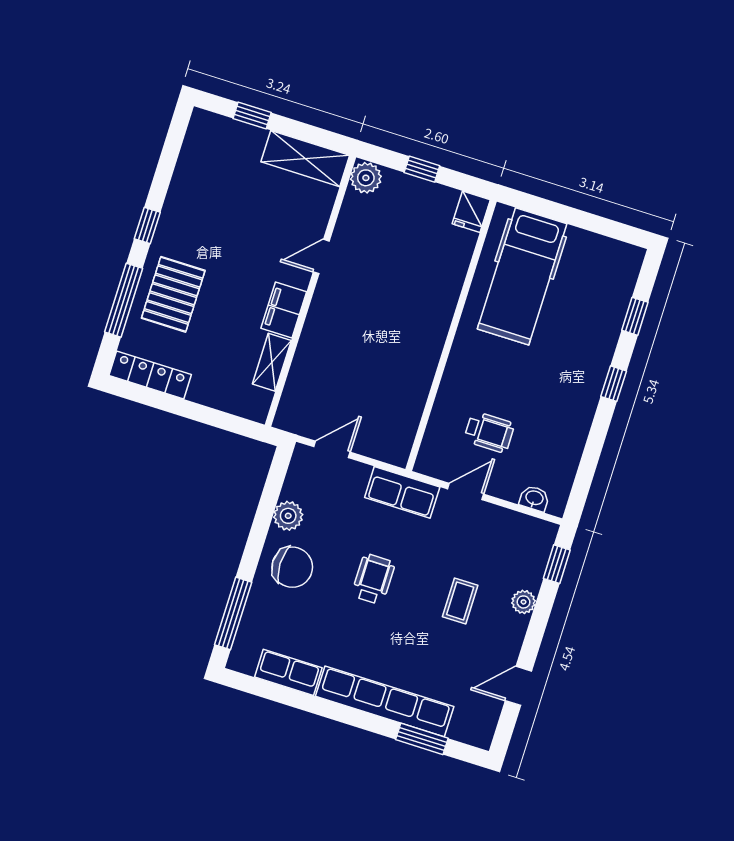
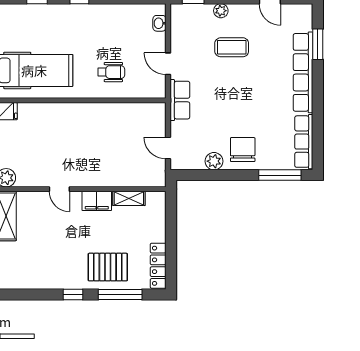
wheelchair: (489, 432) -> (111, 72), moved, turned 90
wheelchair: (373, 579) -> (235, 101), removed
coffee table: (460, 601) -> (232, 47), width x1.36, depth x1.30
row of seats: (288, 672) -> (304, 142), width x1.48

